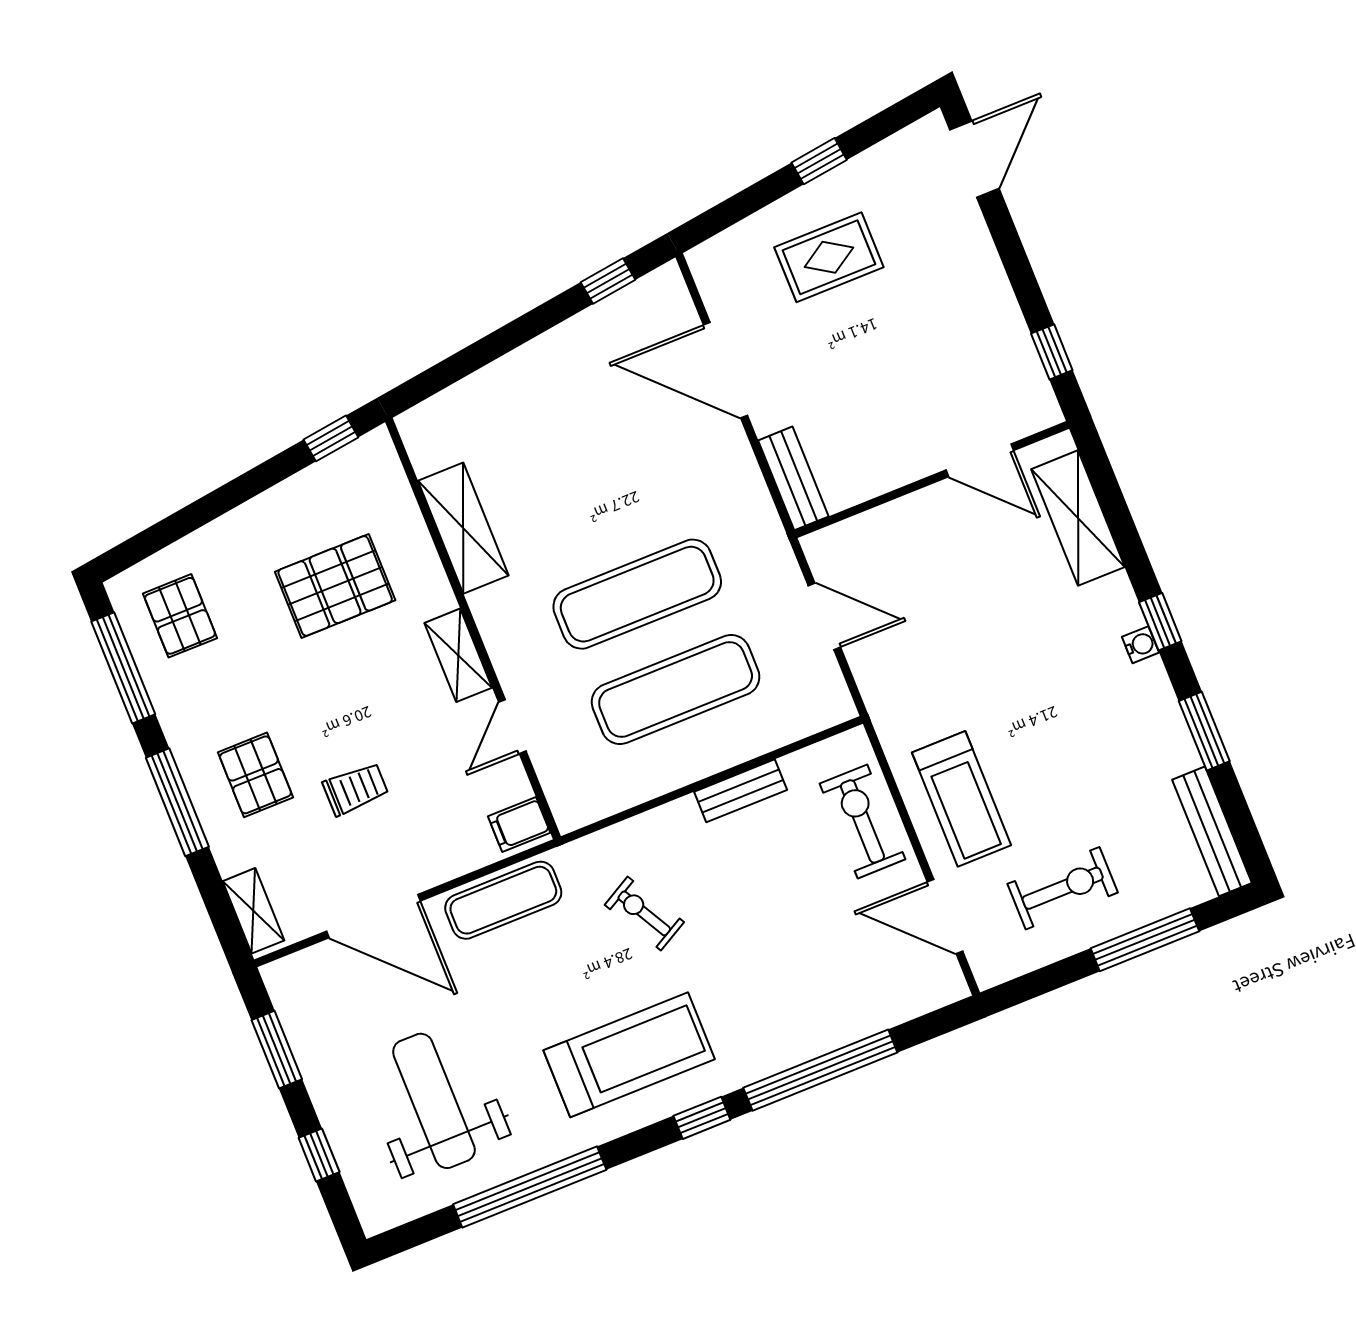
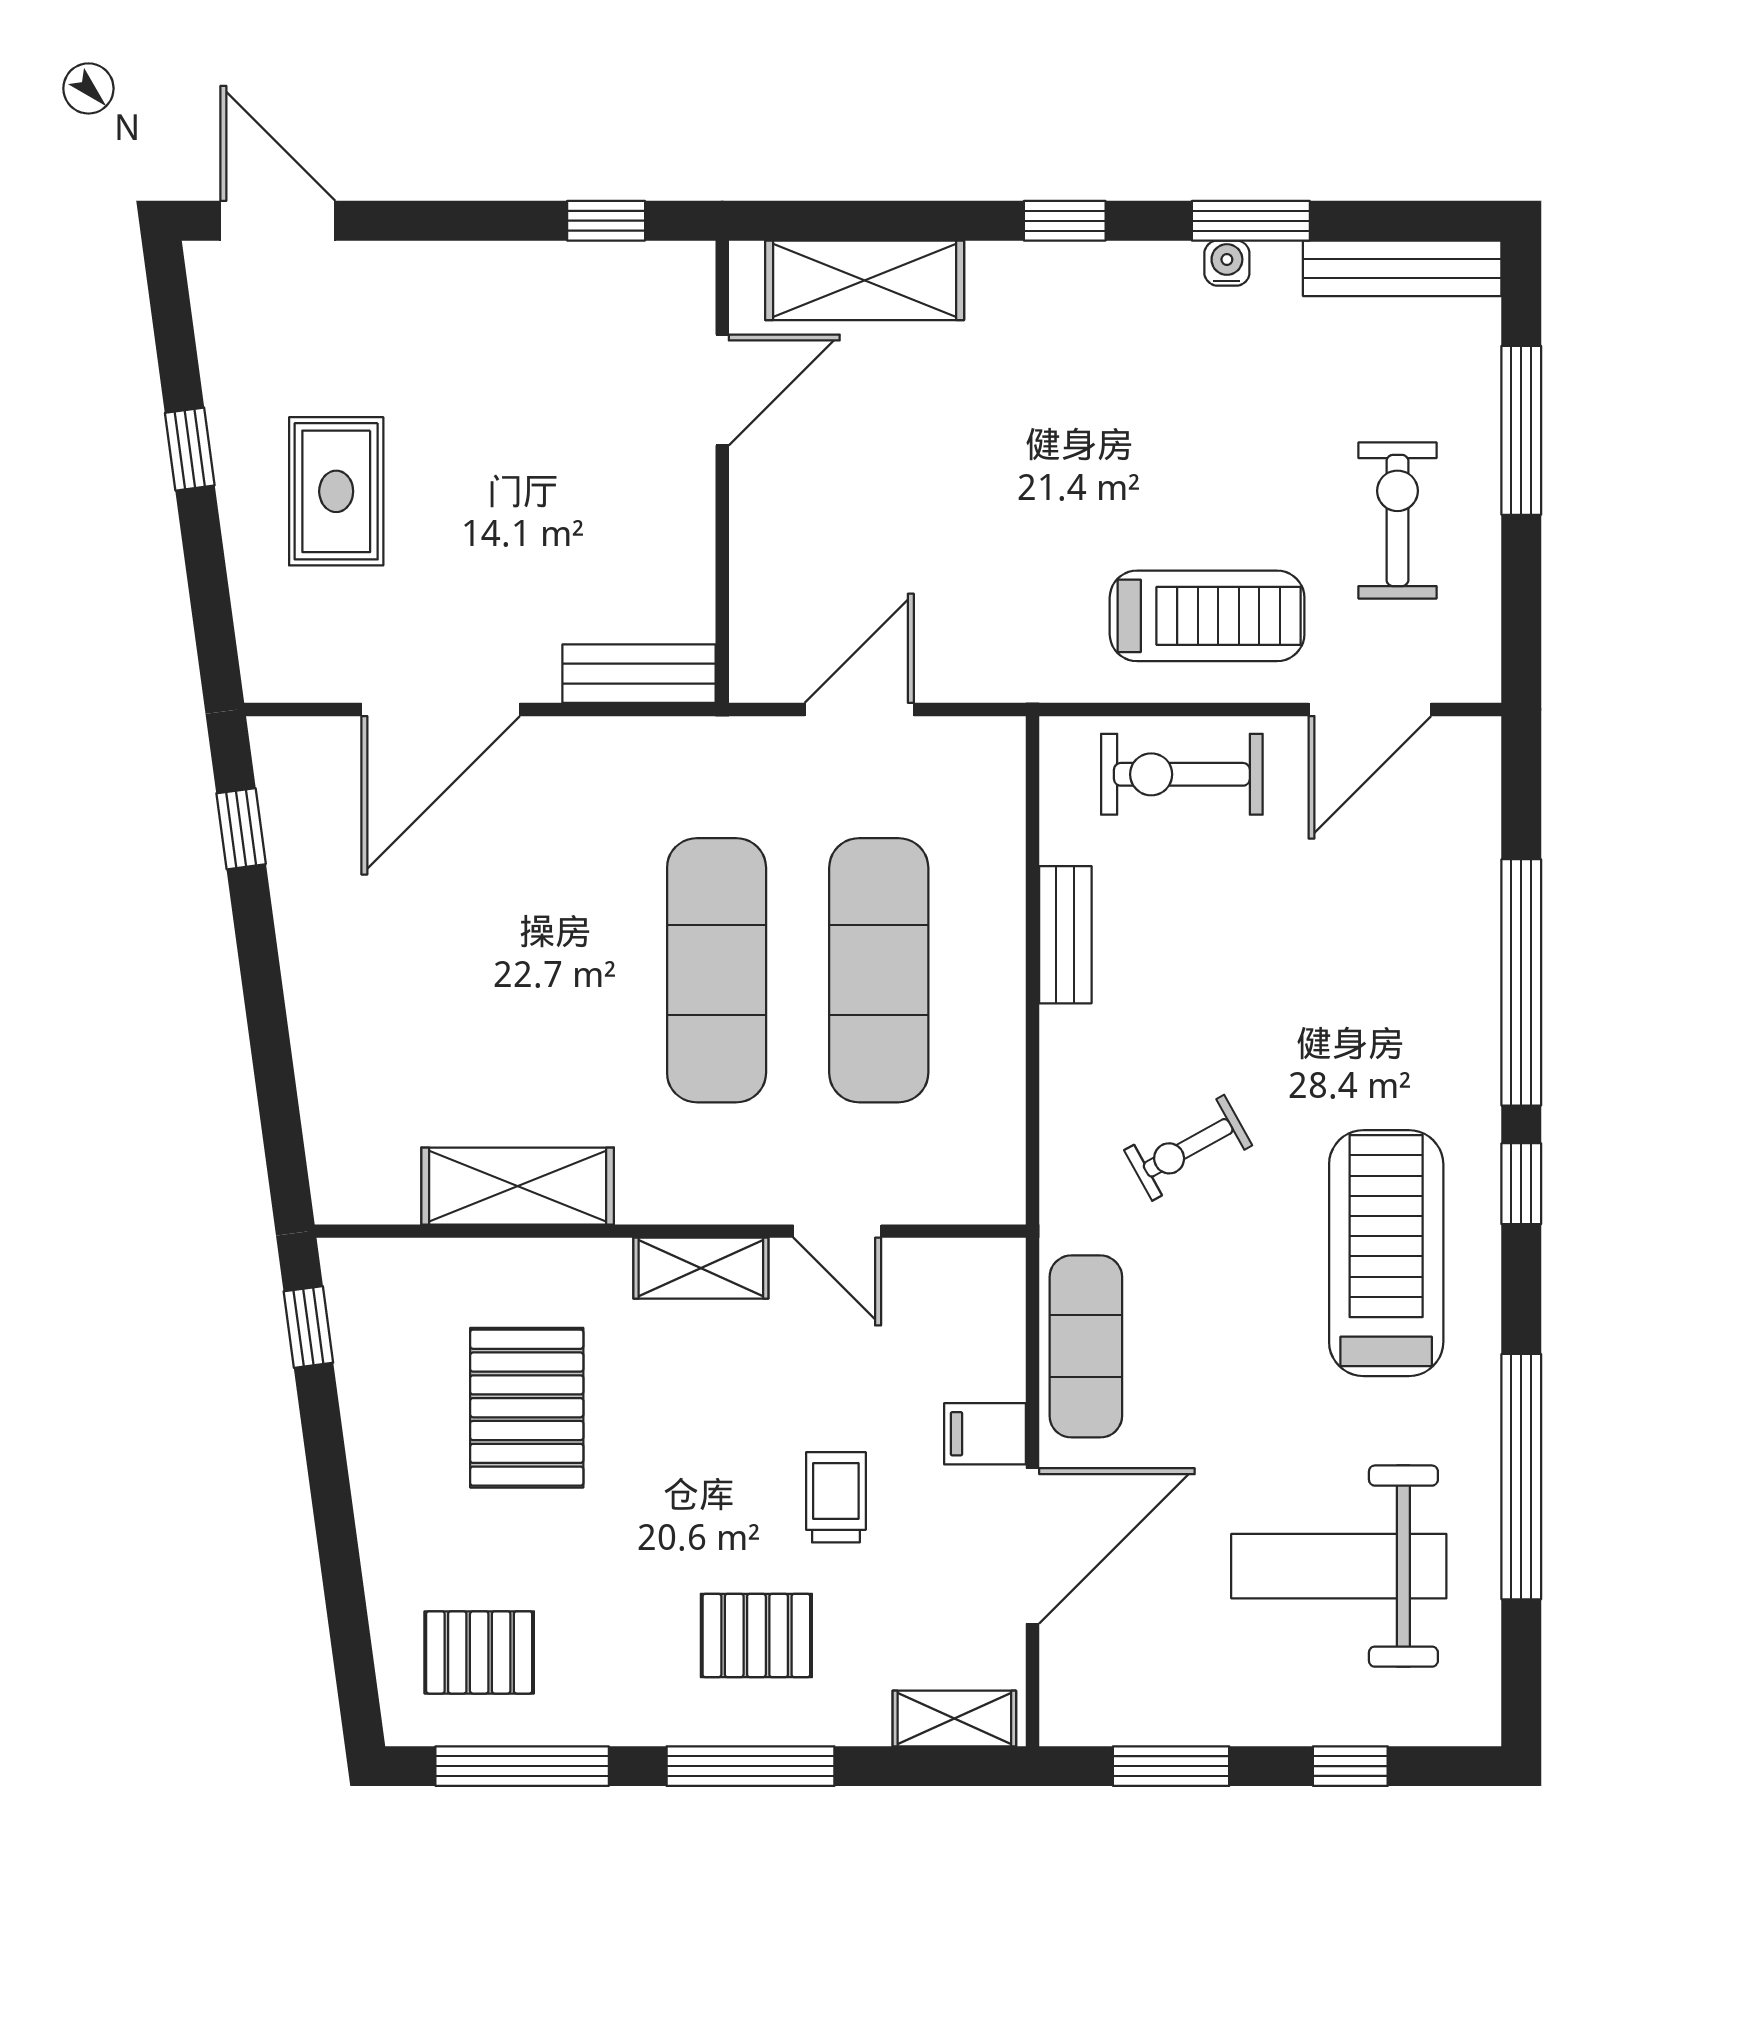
water cooler: (1141, 645) -> (1227, 263), moved
filing cabinet: (519, 825) -> (985, 1434), moved, turned 90

